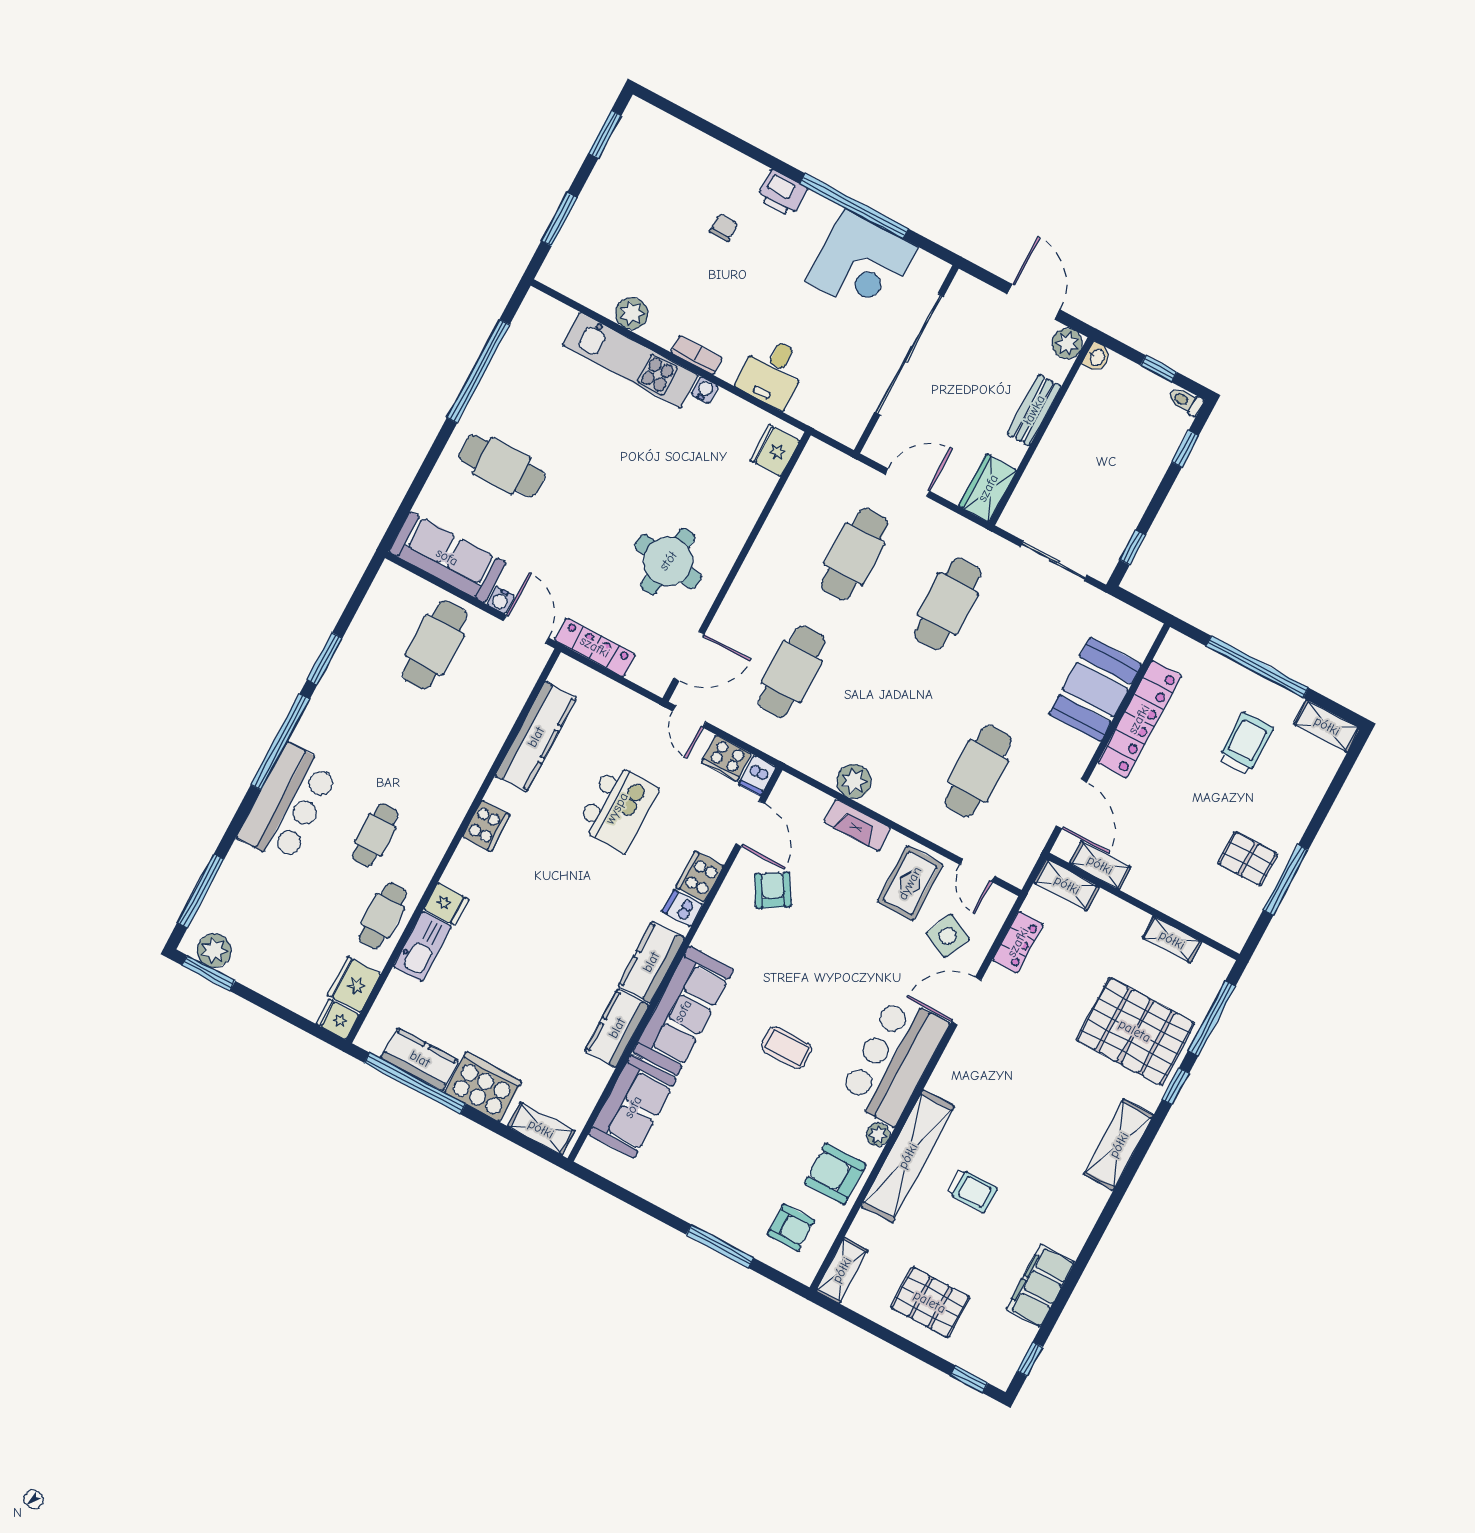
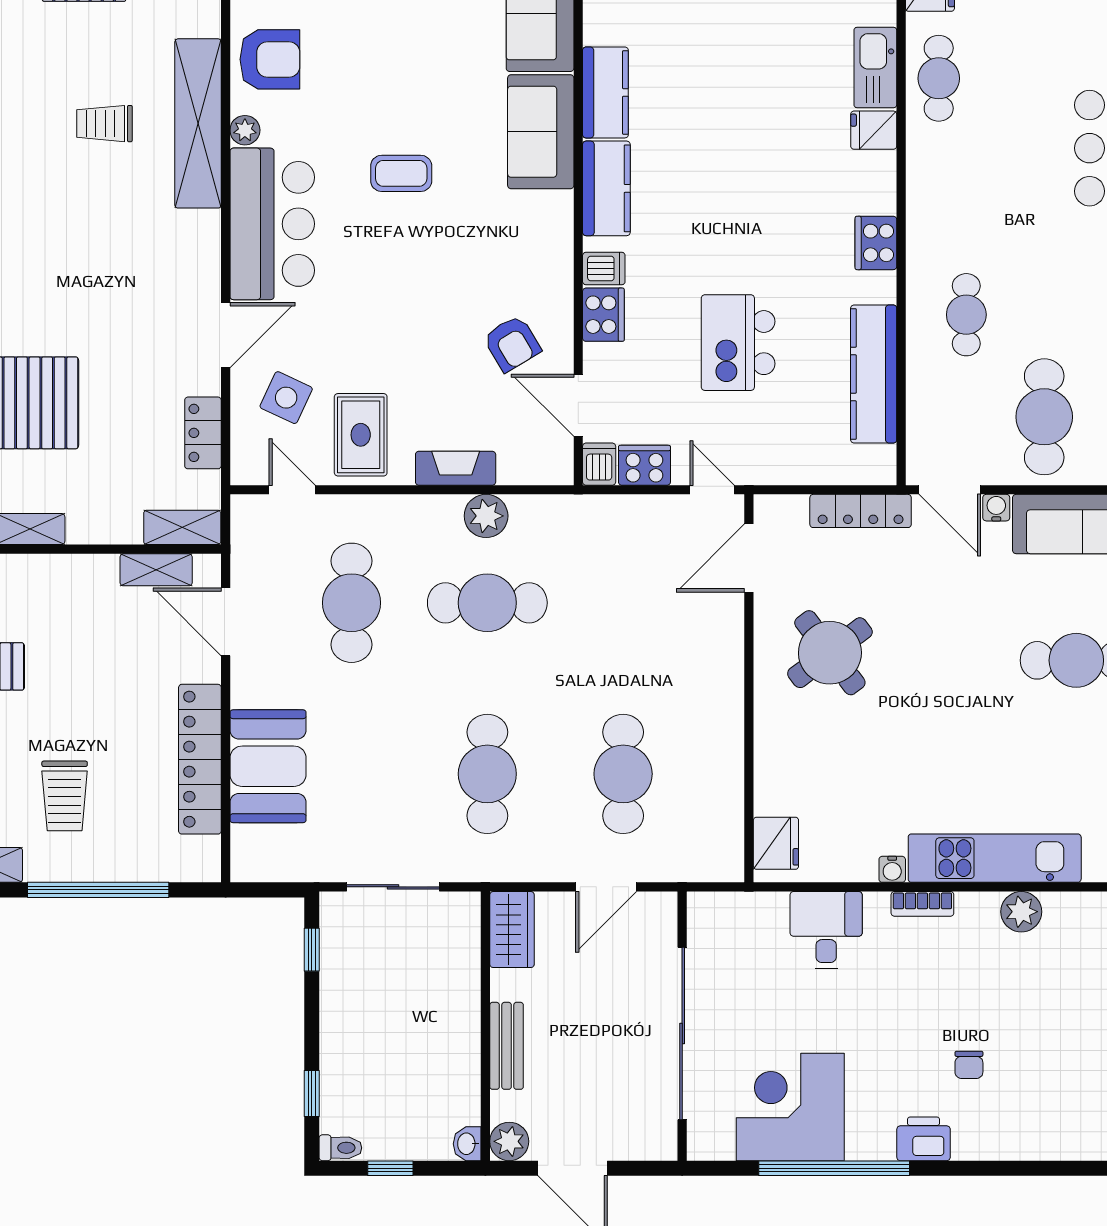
round table: (668, 561) -> (830, 653), turned 45
cafe table: (792, 672) -> (487, 603), moved, turned 90
cafe table: (375, 835) -> (966, 315), moved
sofa: (683, 1011) -> (541, 132), width x0.73

